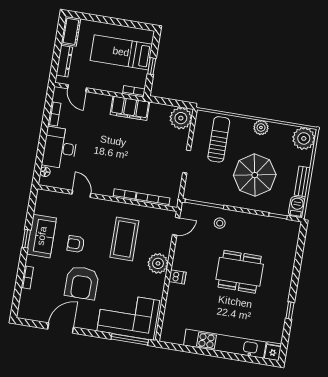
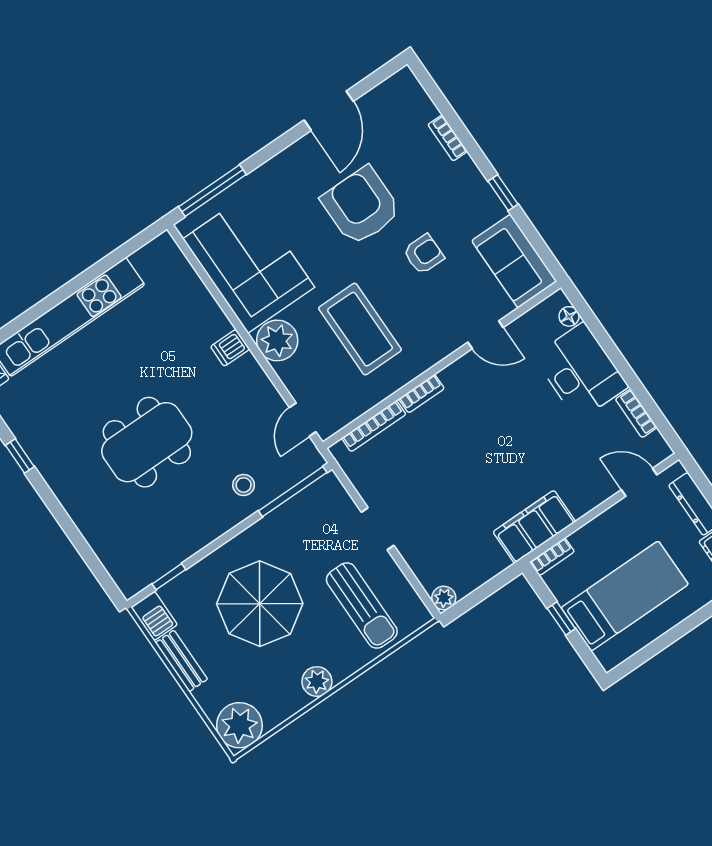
plant: (181, 118) -> (444, 598), width x0.53, depth x0.53
sofa: (42, 236) -> (514, 261), moved
corner sofa: (128, 316) -> (249, 263), moved, turned -90

